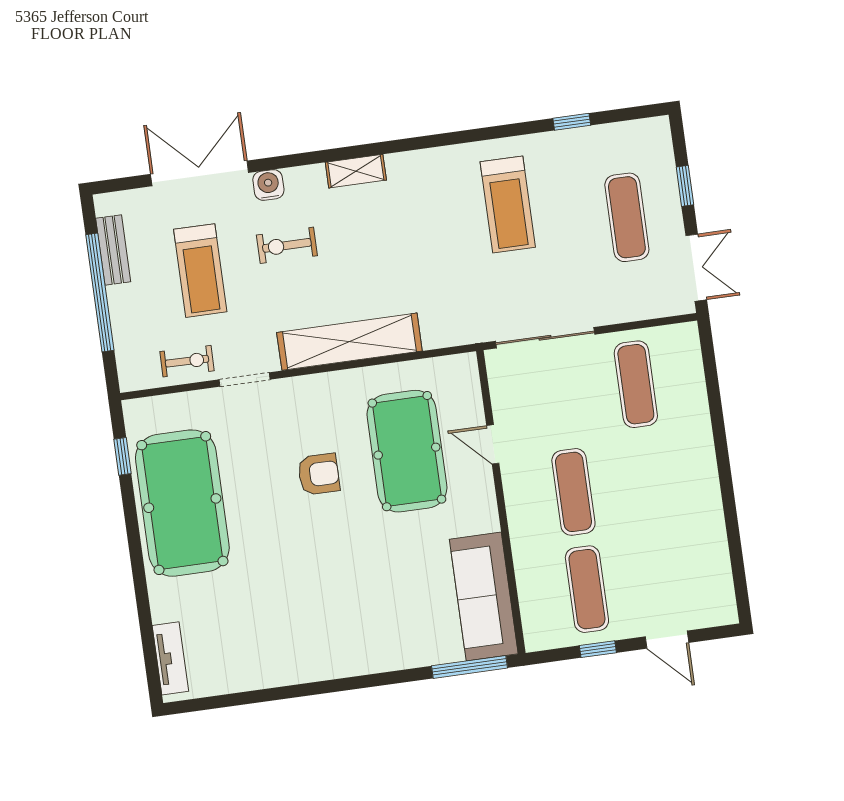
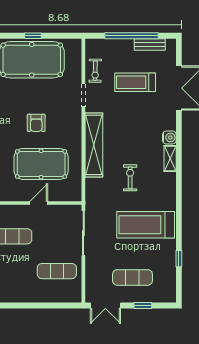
water cooler: (268, 185) -> (169, 137), moved
treadmill: (508, 205) -> (146, 225), width x1.37, depth x1.38
exercise bike: (287, 245) -> (130, 178), moved
window: (123, 456) -> (33, 36), moved

